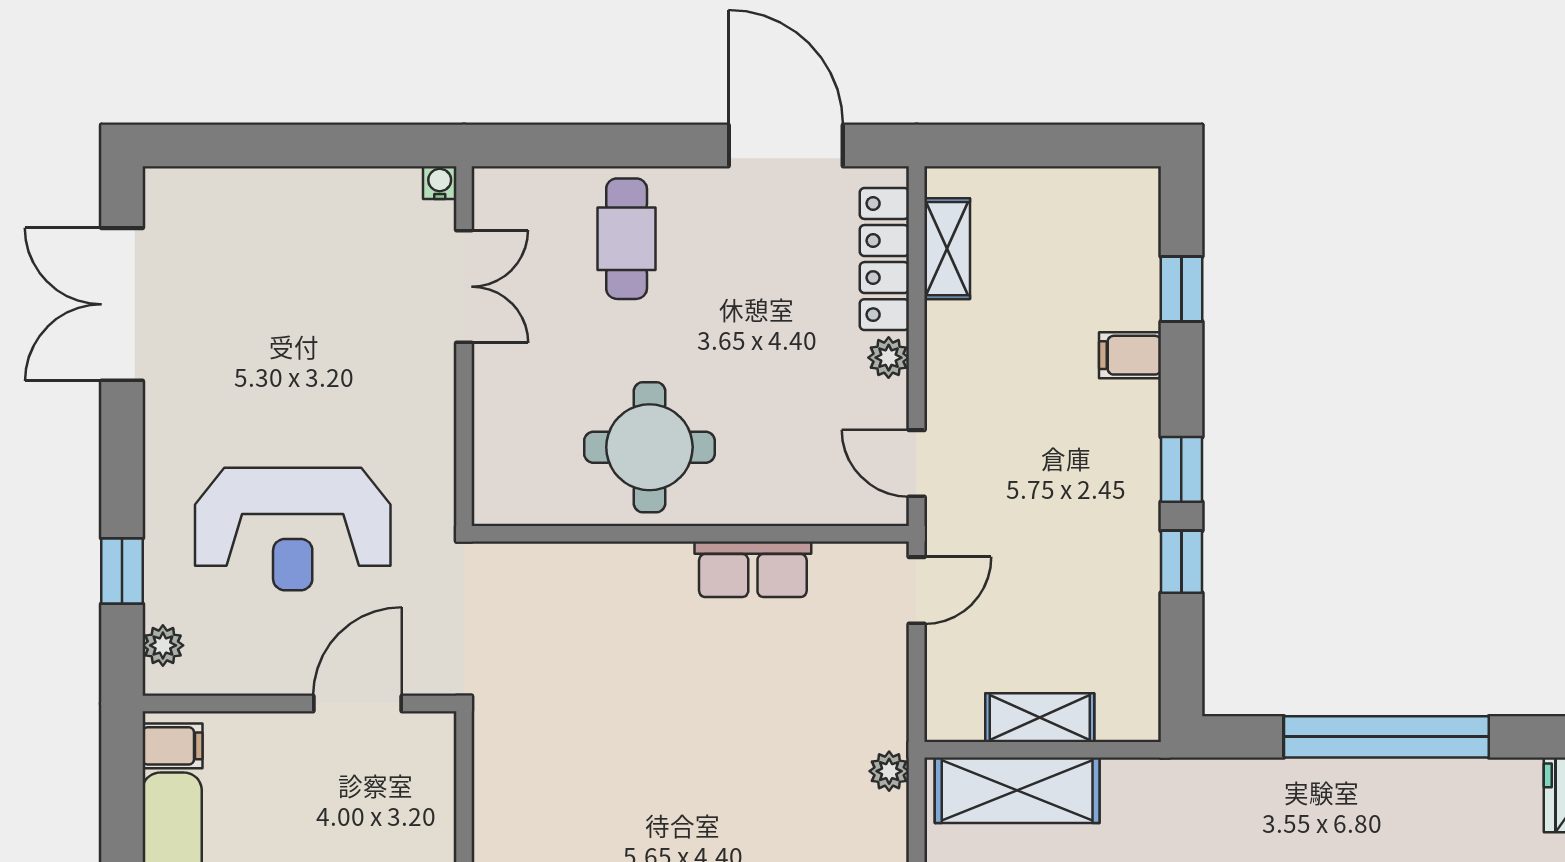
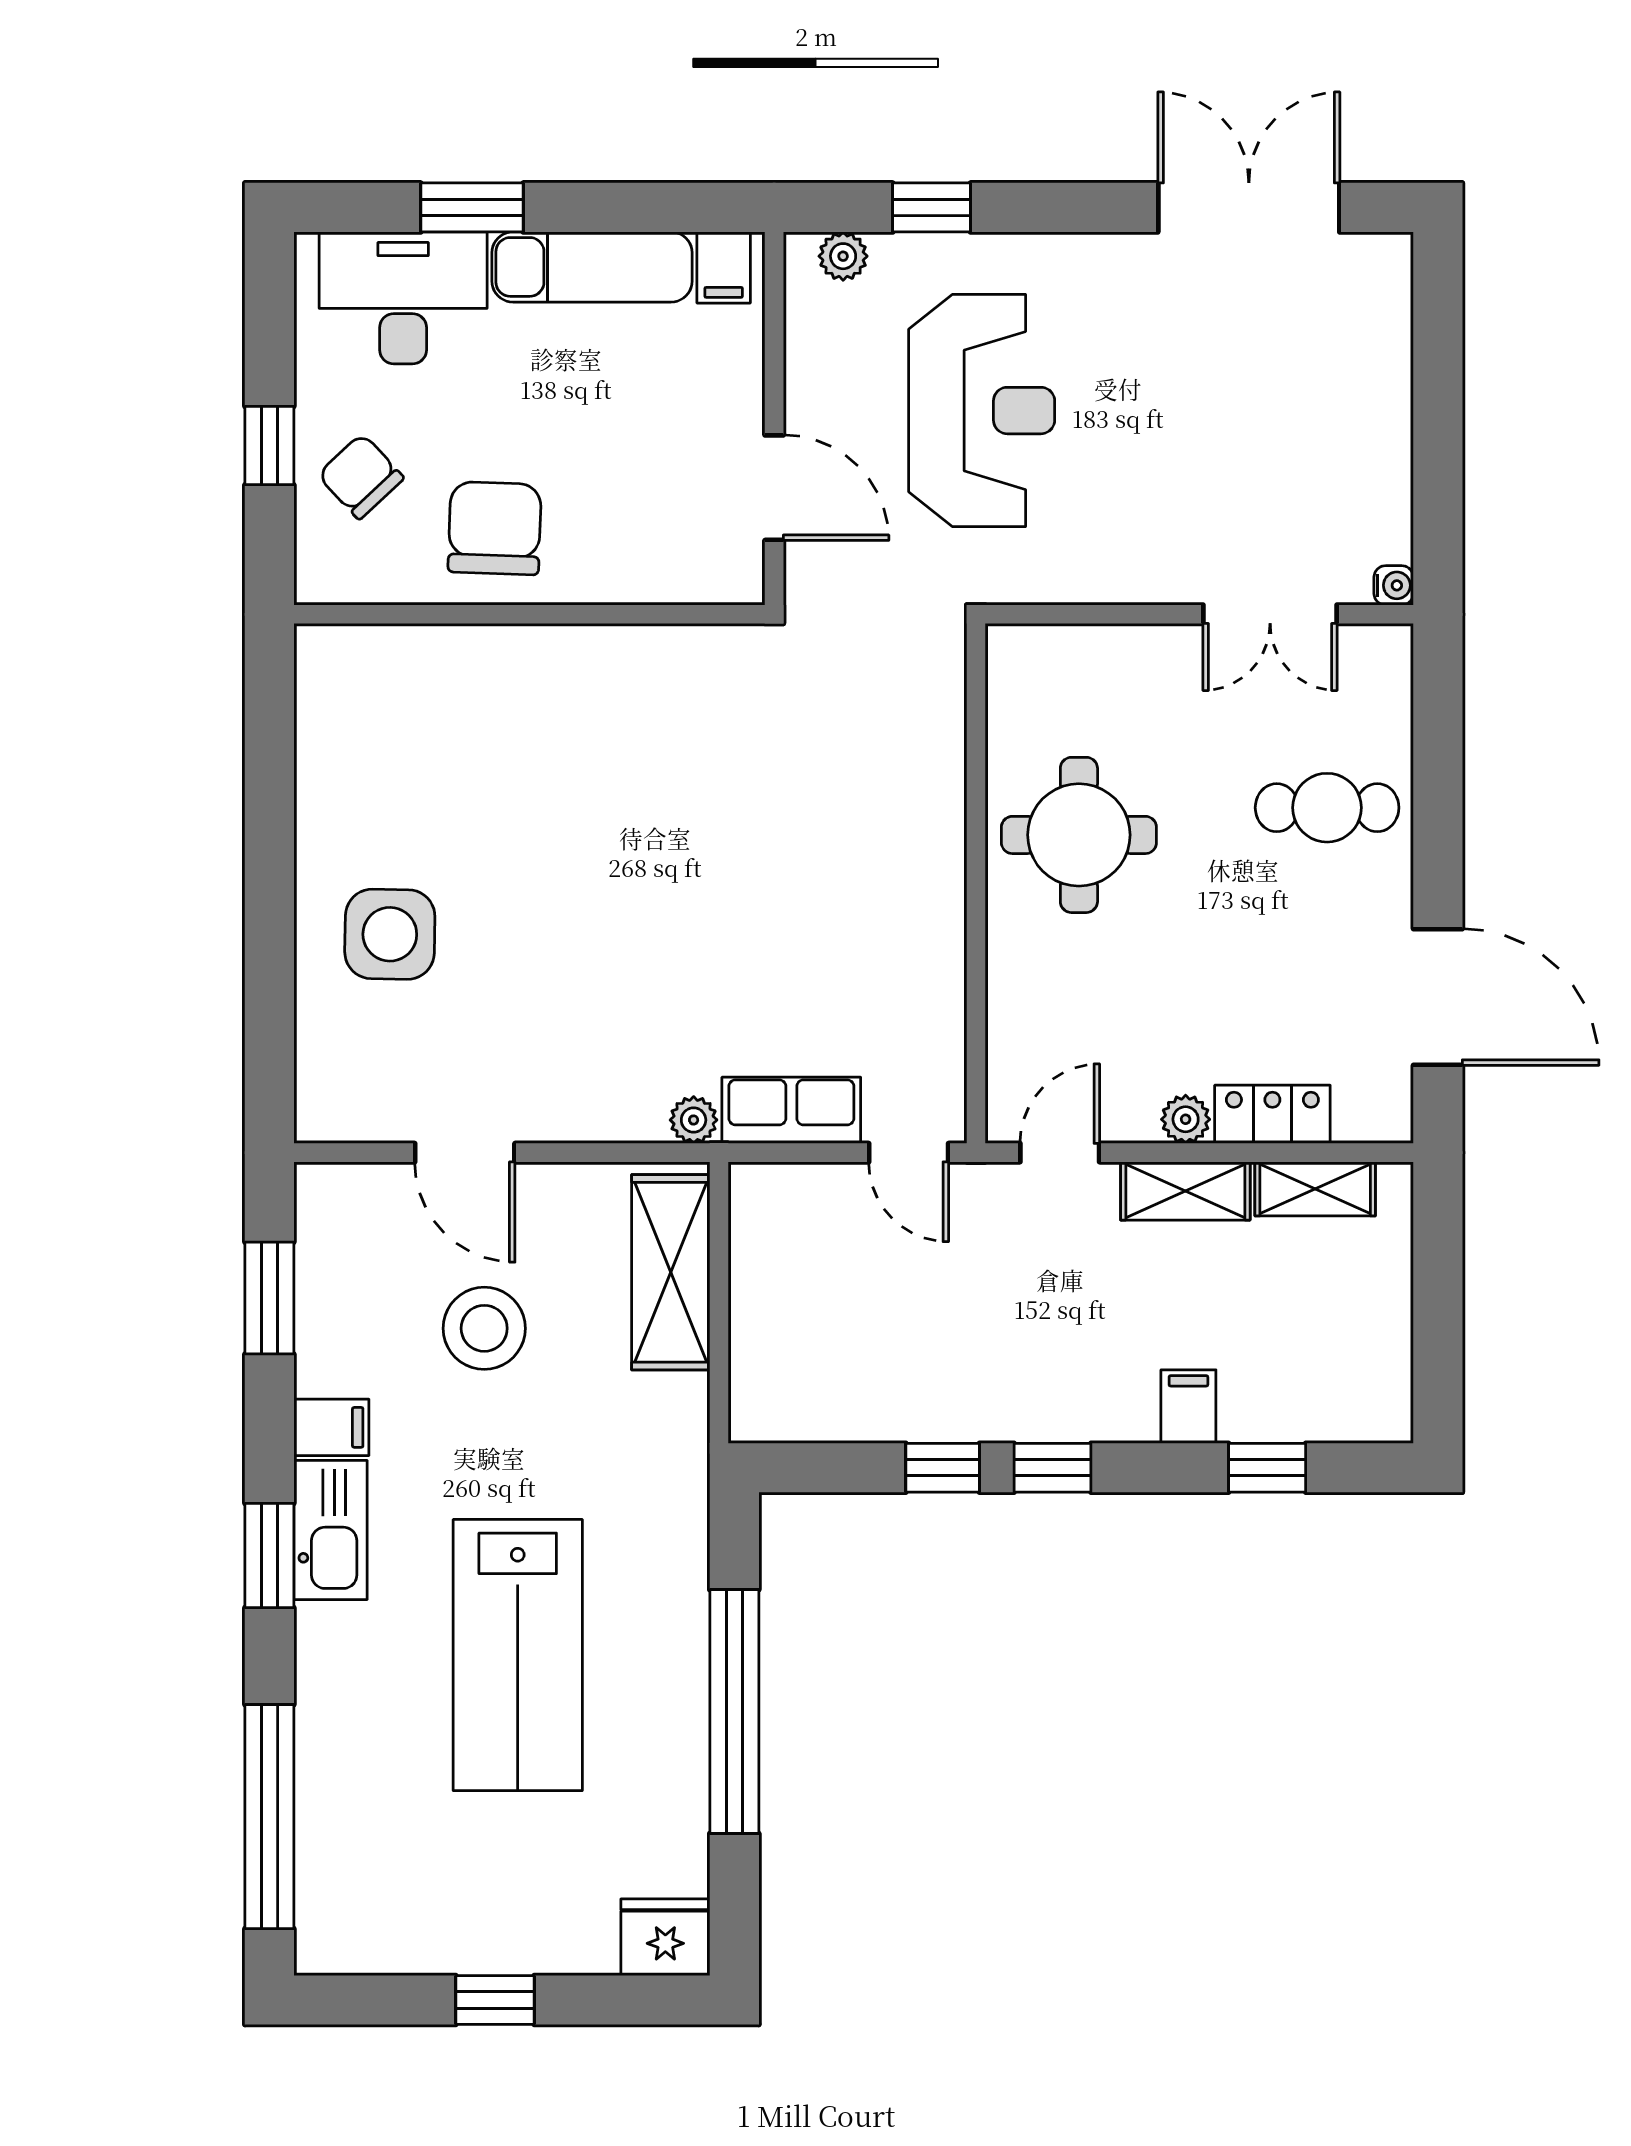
door: (786, 145) -> (1438, 997), hinge flipped
locker: (884, 259) -> (1272, 1114), width x0.66
reception desk: (293, 529) -> (982, 411), turned 180
row of seats: (753, 569) -> (791, 1110), moved, turned 90
shelving: (1040, 718) -> (1185, 1191), moved, turned 90

